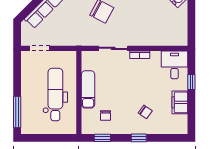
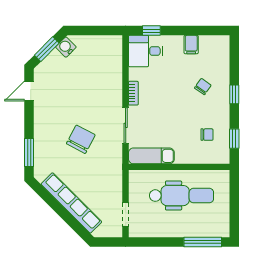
window: (191, 82) -> (151, 31), moved
exam couch: (88, 89) -> (151, 156), moved
dental chair: (55, 94) -> (182, 196), turned 180
filing cabinet: (180, 102) -> (191, 45), width x0.50

